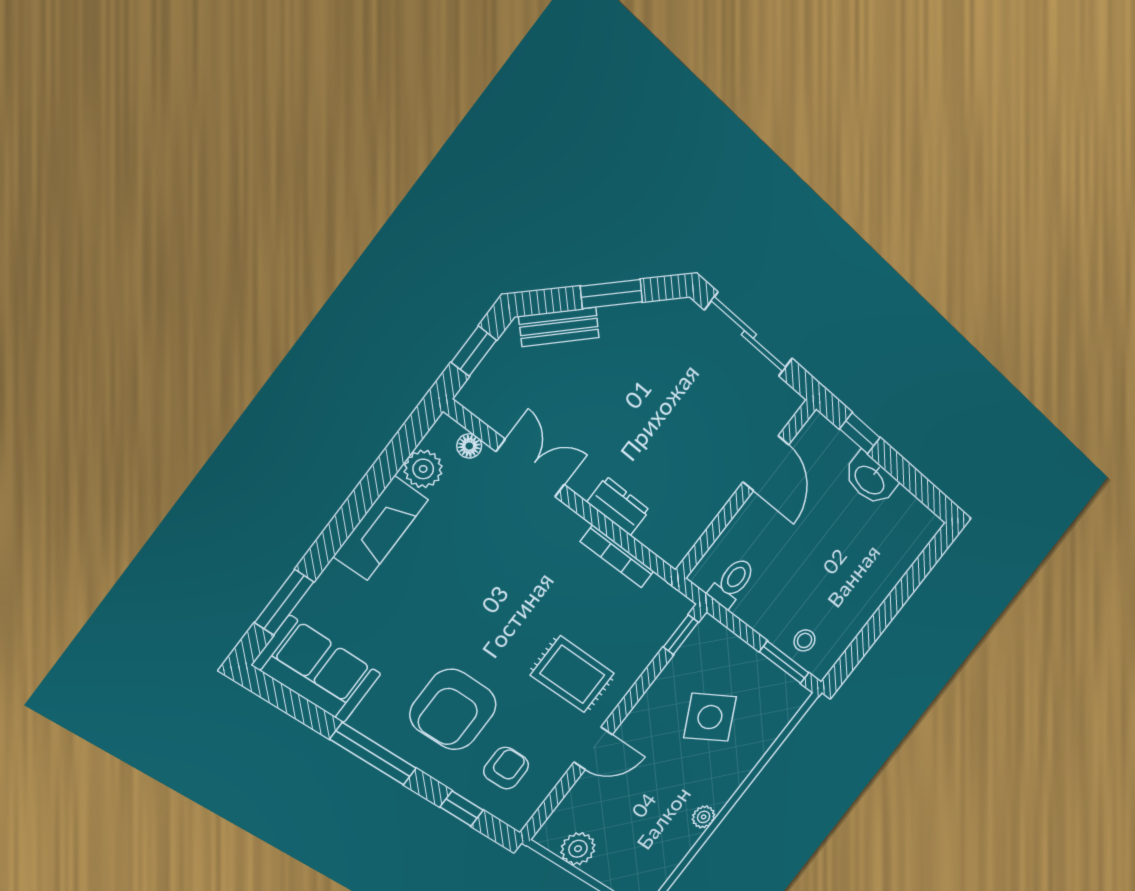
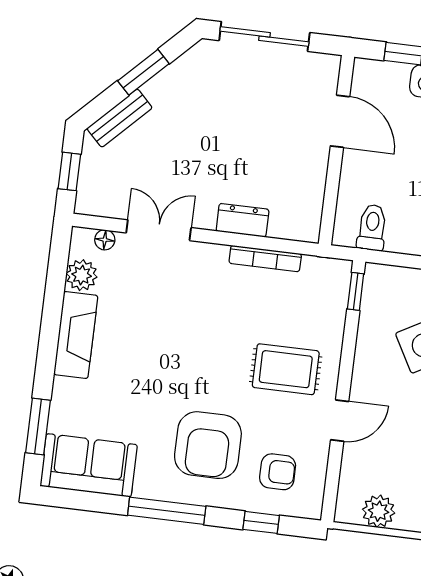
armchair: (506, 768) -> (278, 472), turned 90

